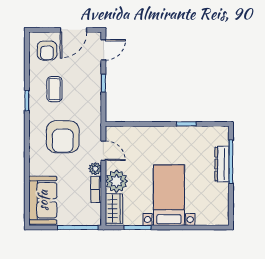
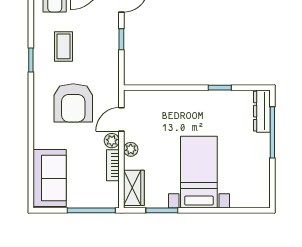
door: (103, 151) -> (121, 119), swing flipped
dresser: (222, 164) -> (262, 111), moved
plant: (116, 181) -> (131, 149), width x0.53, depth x0.53

